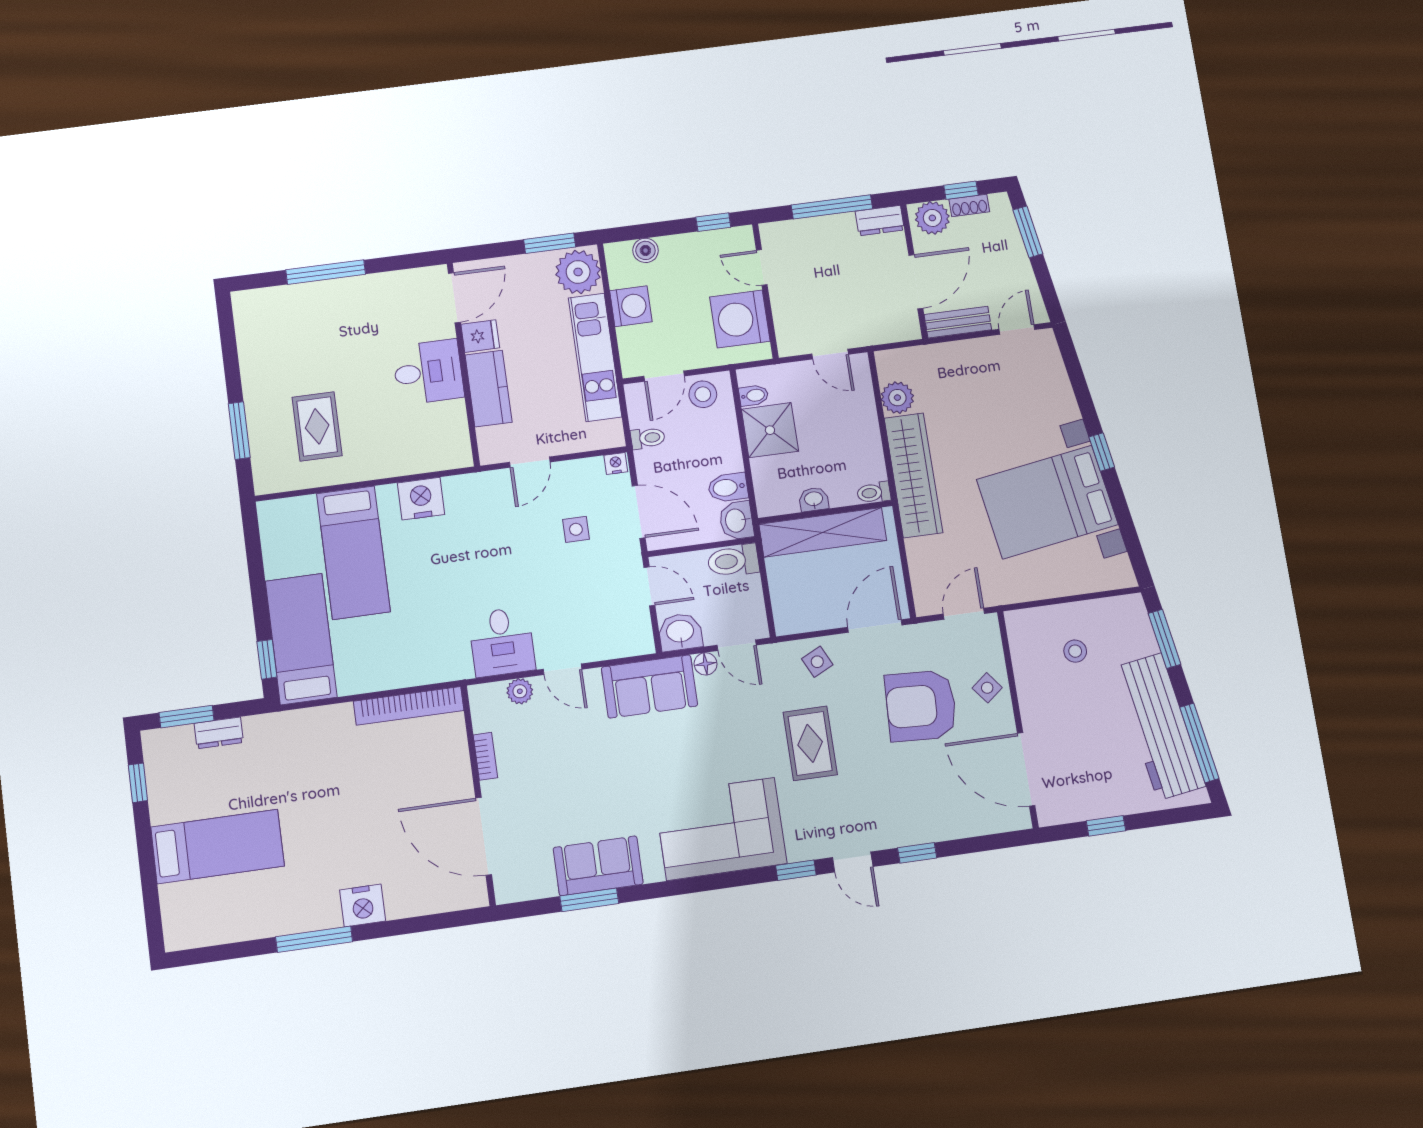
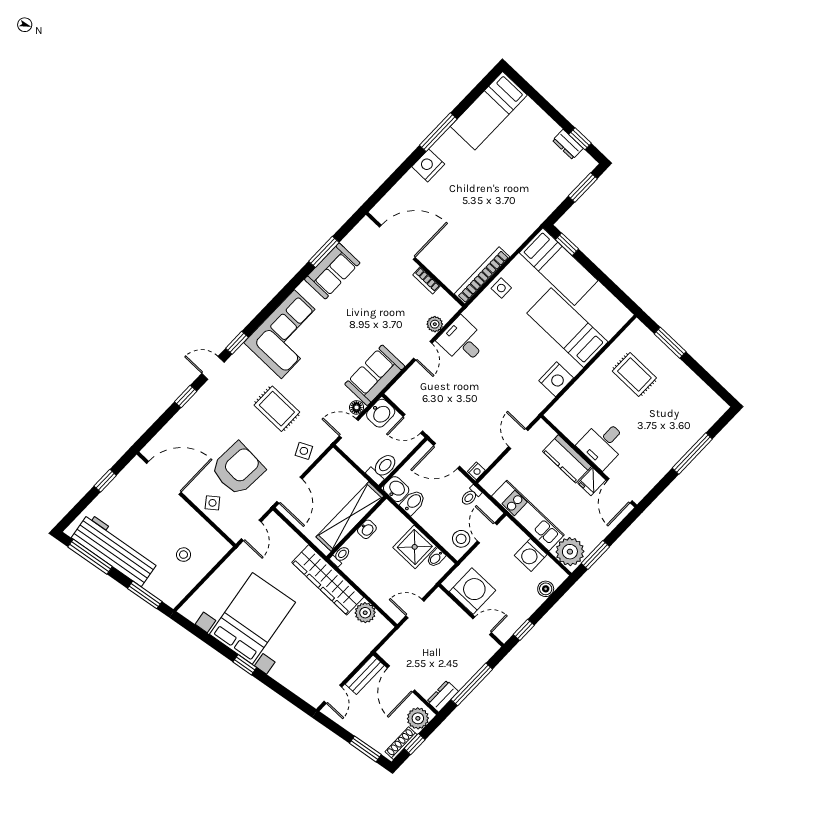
shoe rack: (969, 205) -> (401, 743), width x1.43
side table: (576, 529) -> (501, 288), moved
door: (563, 669) -> (423, 351), swing flipped
dresser: (219, 733) -> (568, 144), moved, turned -90
bed: (218, 847) -> (489, 111), moved

